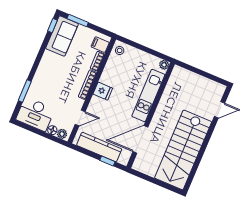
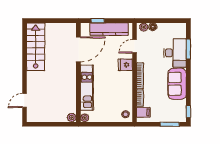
sofa: (62, 36) -> (177, 84), moved
plant: (178, 71) -> (72, 118), added
fridge: (103, 91) -> (125, 65), moved
desk: (35, 114) -> (175, 53), moved, turned 90
stairs: (183, 150) -> (36, 47), width x0.73, depth x0.66

